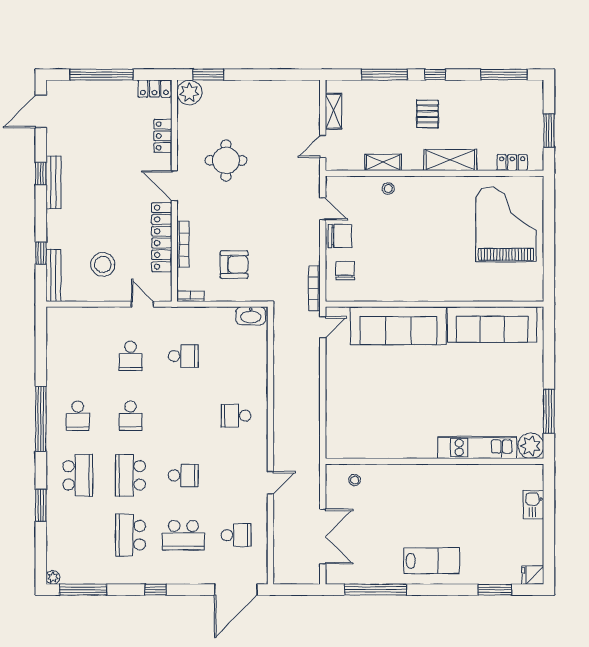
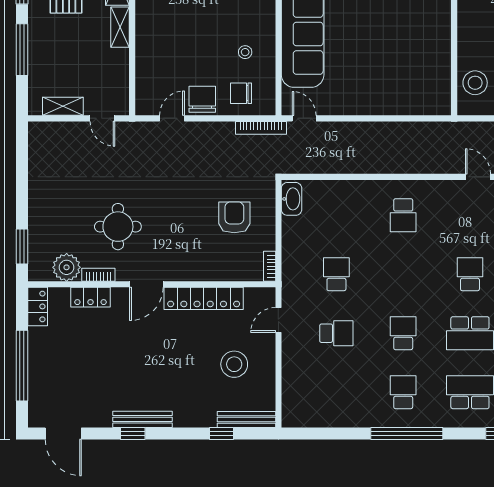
plant: (189, 93) -> (67, 267), moved
shelving: (383, 162) -> (120, 27), moved
stool: (388, 189) -> (245, 52), moved
bookcase: (183, 244) -> (98, 275), moved, width x0.64
school desk: (78, 416) -> (403, 392), turned -90
school desk: (131, 416) -> (403, 333), turned -90
stool: (355, 480) -> (475, 83), width x1.89, depth x1.89

